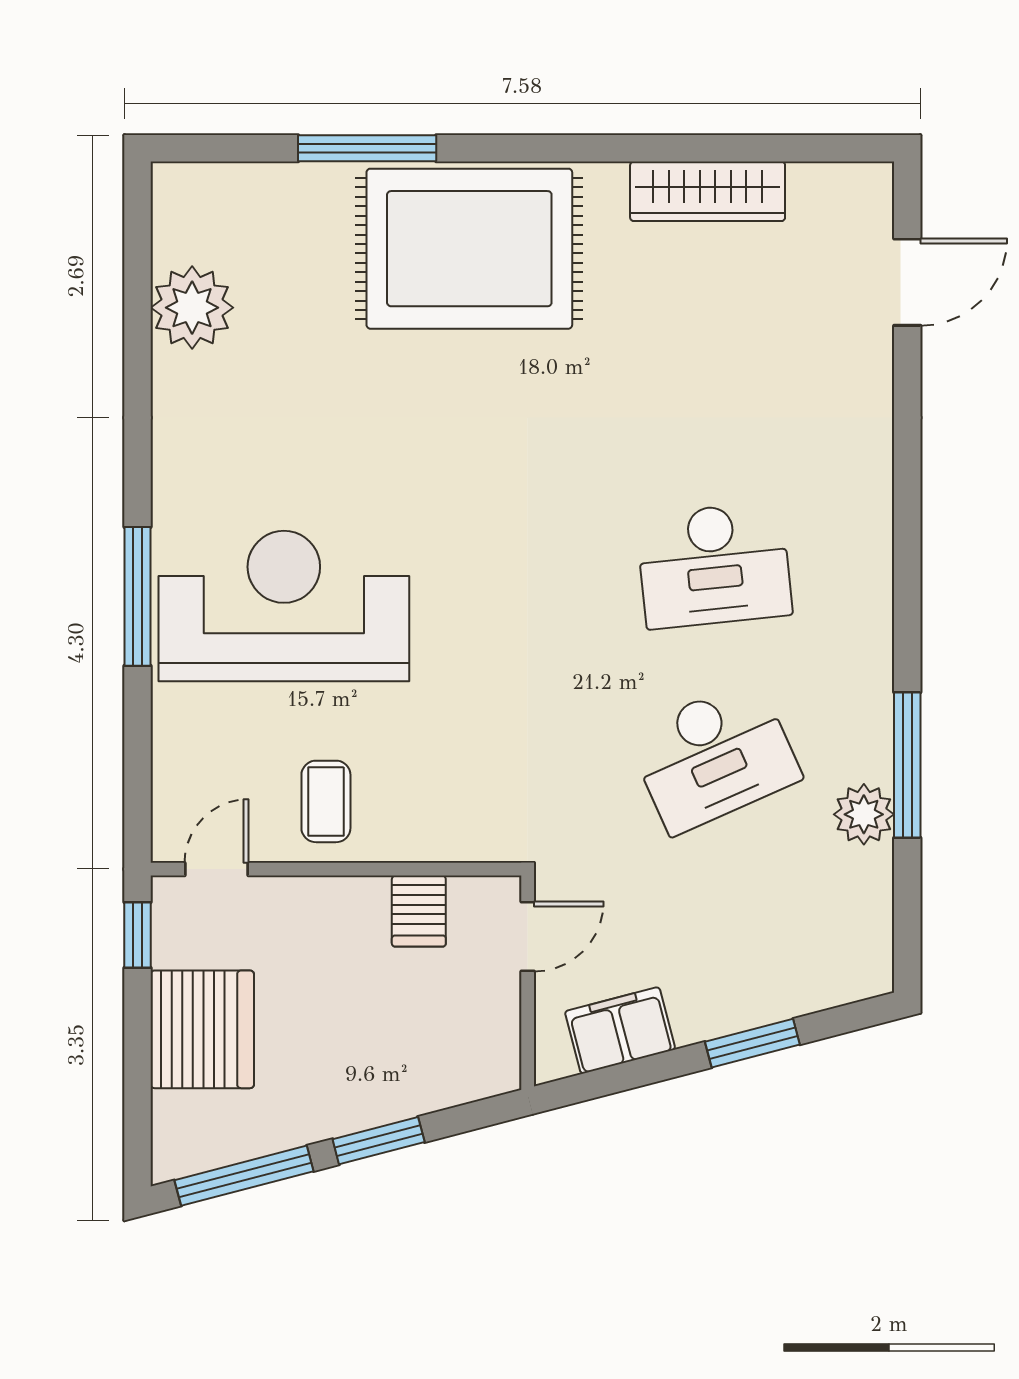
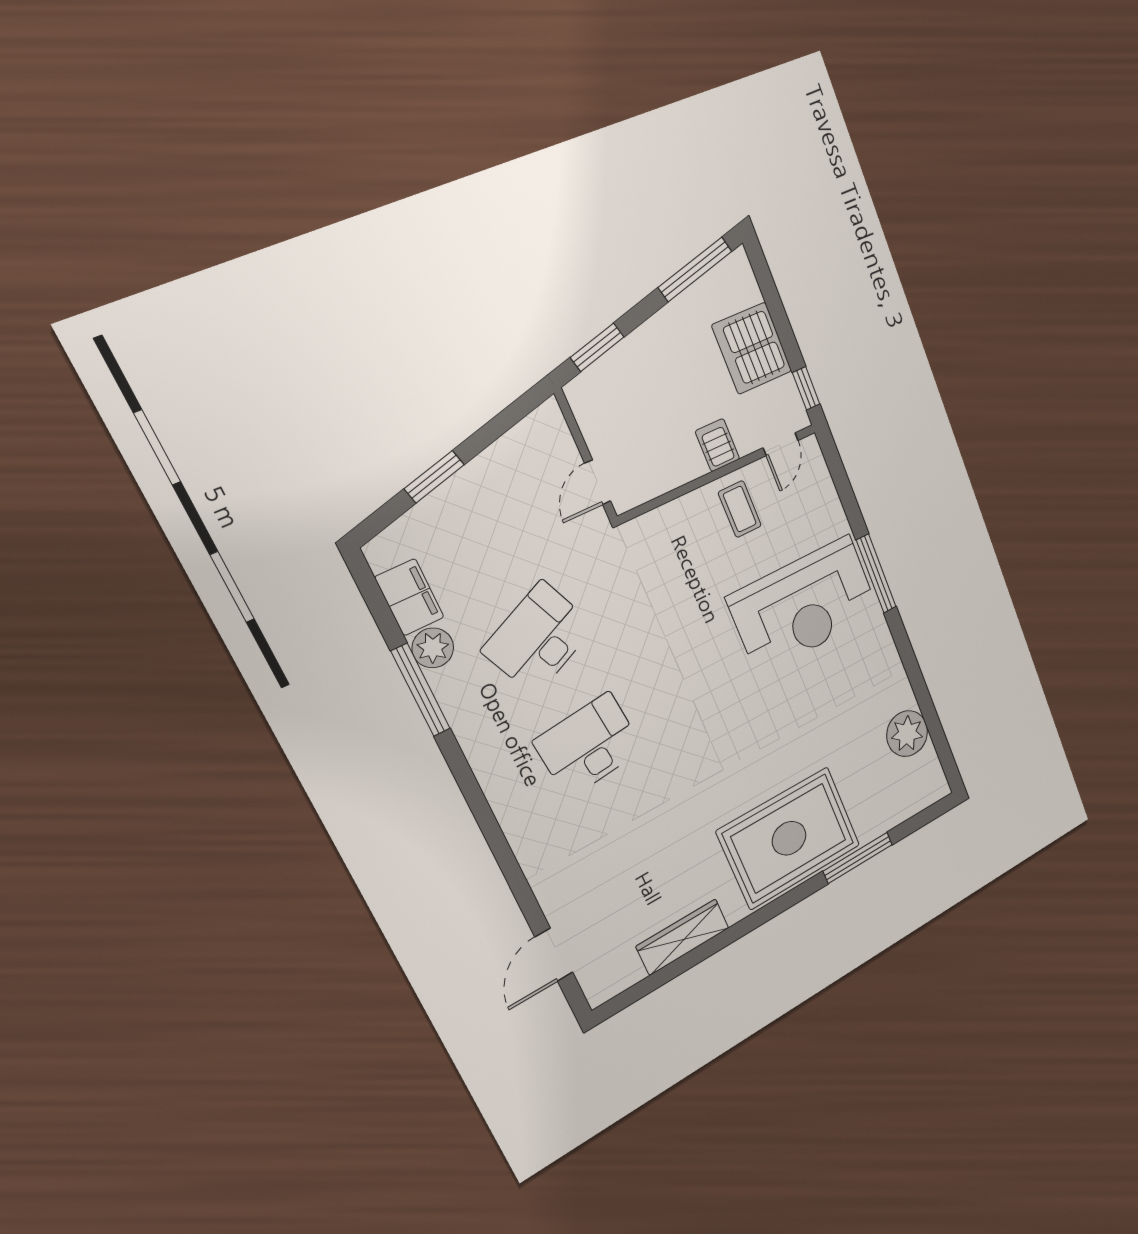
server rack: (419, 911) -> (717, 445), moved
filing cabinet: (620, 1030) -> (409, 597), moved, turned -75
window: (379, 1141) -> (597, 347), moved

